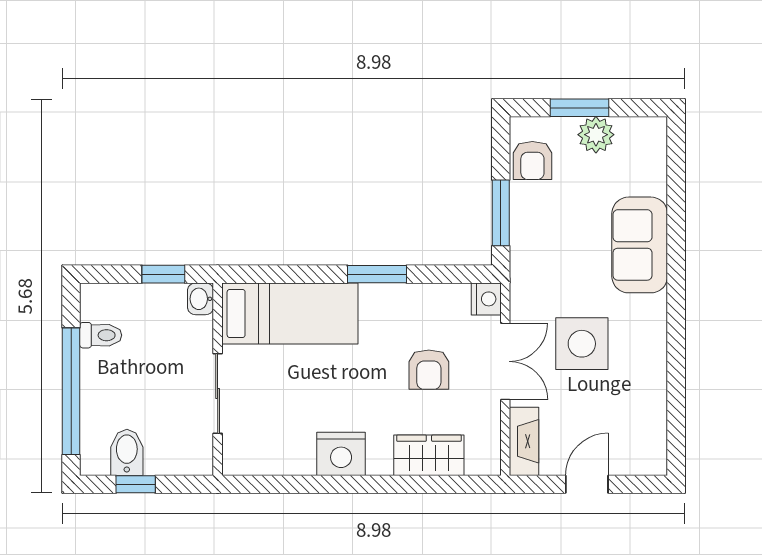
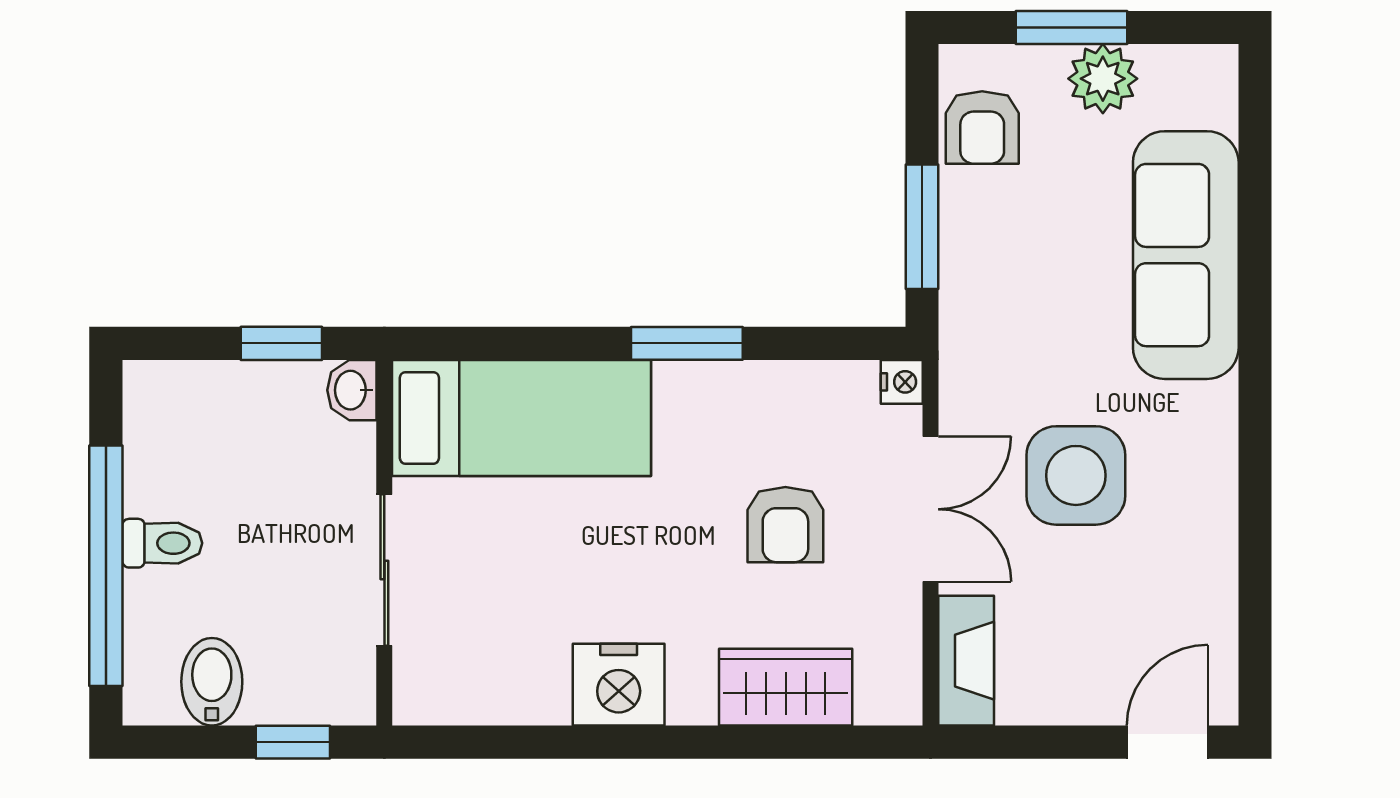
sofa: (640, 245) -> (1186, 255), width x1.36
nightstand: (486, 299) -> (902, 382), width x0.72, depth x0.74
toilet: (101, 335) -> (162, 543), moved
window: (136, 484) -> (293, 742), moved
door: (587, 484) -> (1167, 742), moved

